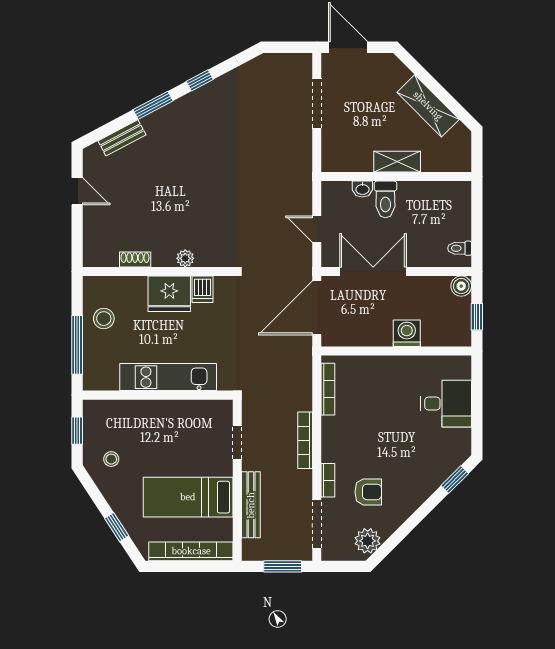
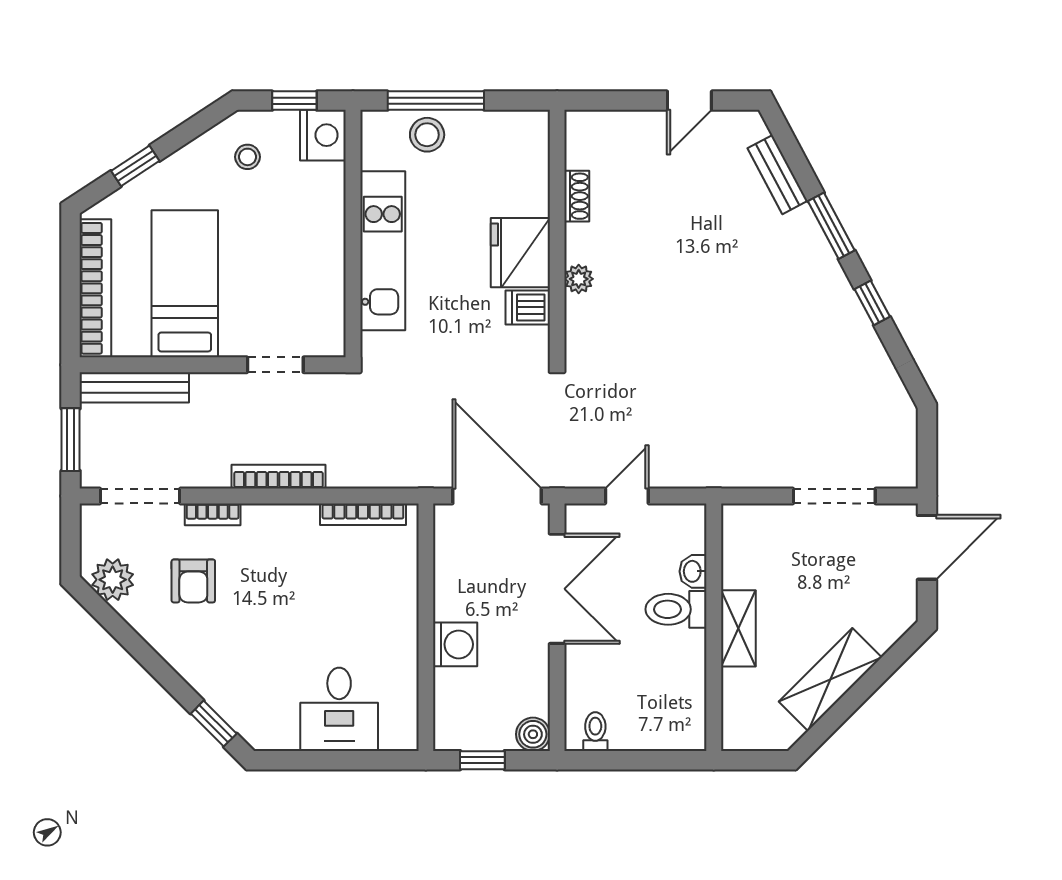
stool: (104, 319) -> (427, 135), moved
nightstand: (98, 413) -> (323, 135), added
bench: (251, 505) -> (134, 387), moved

